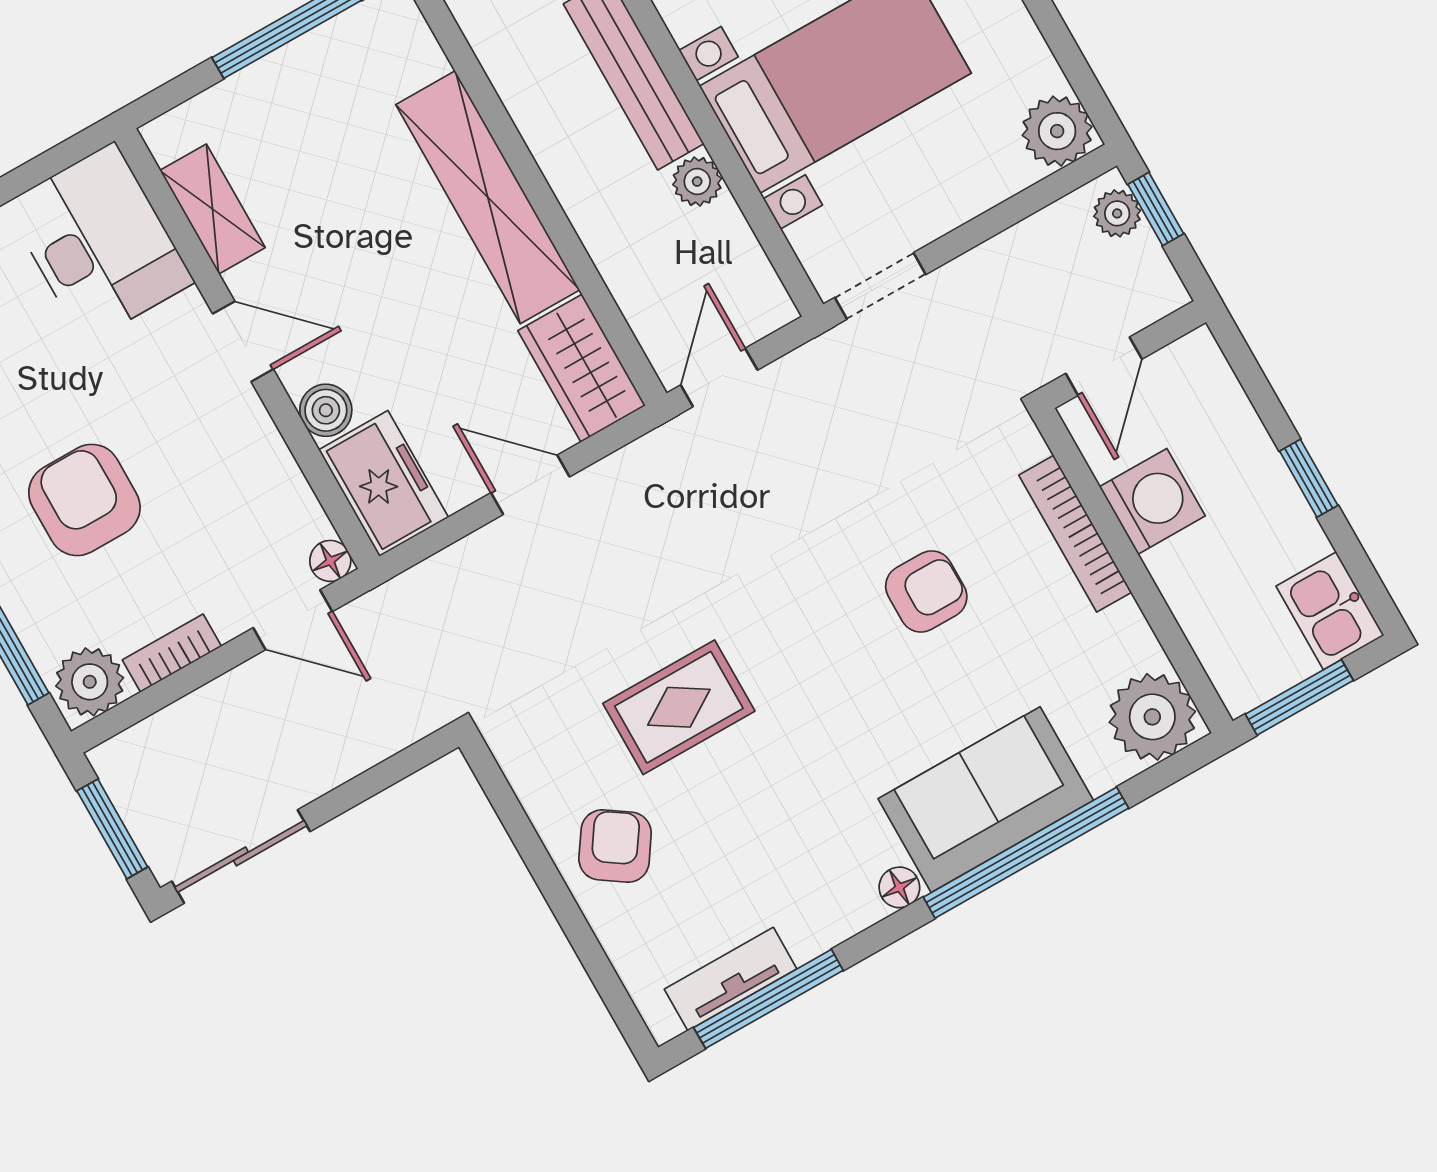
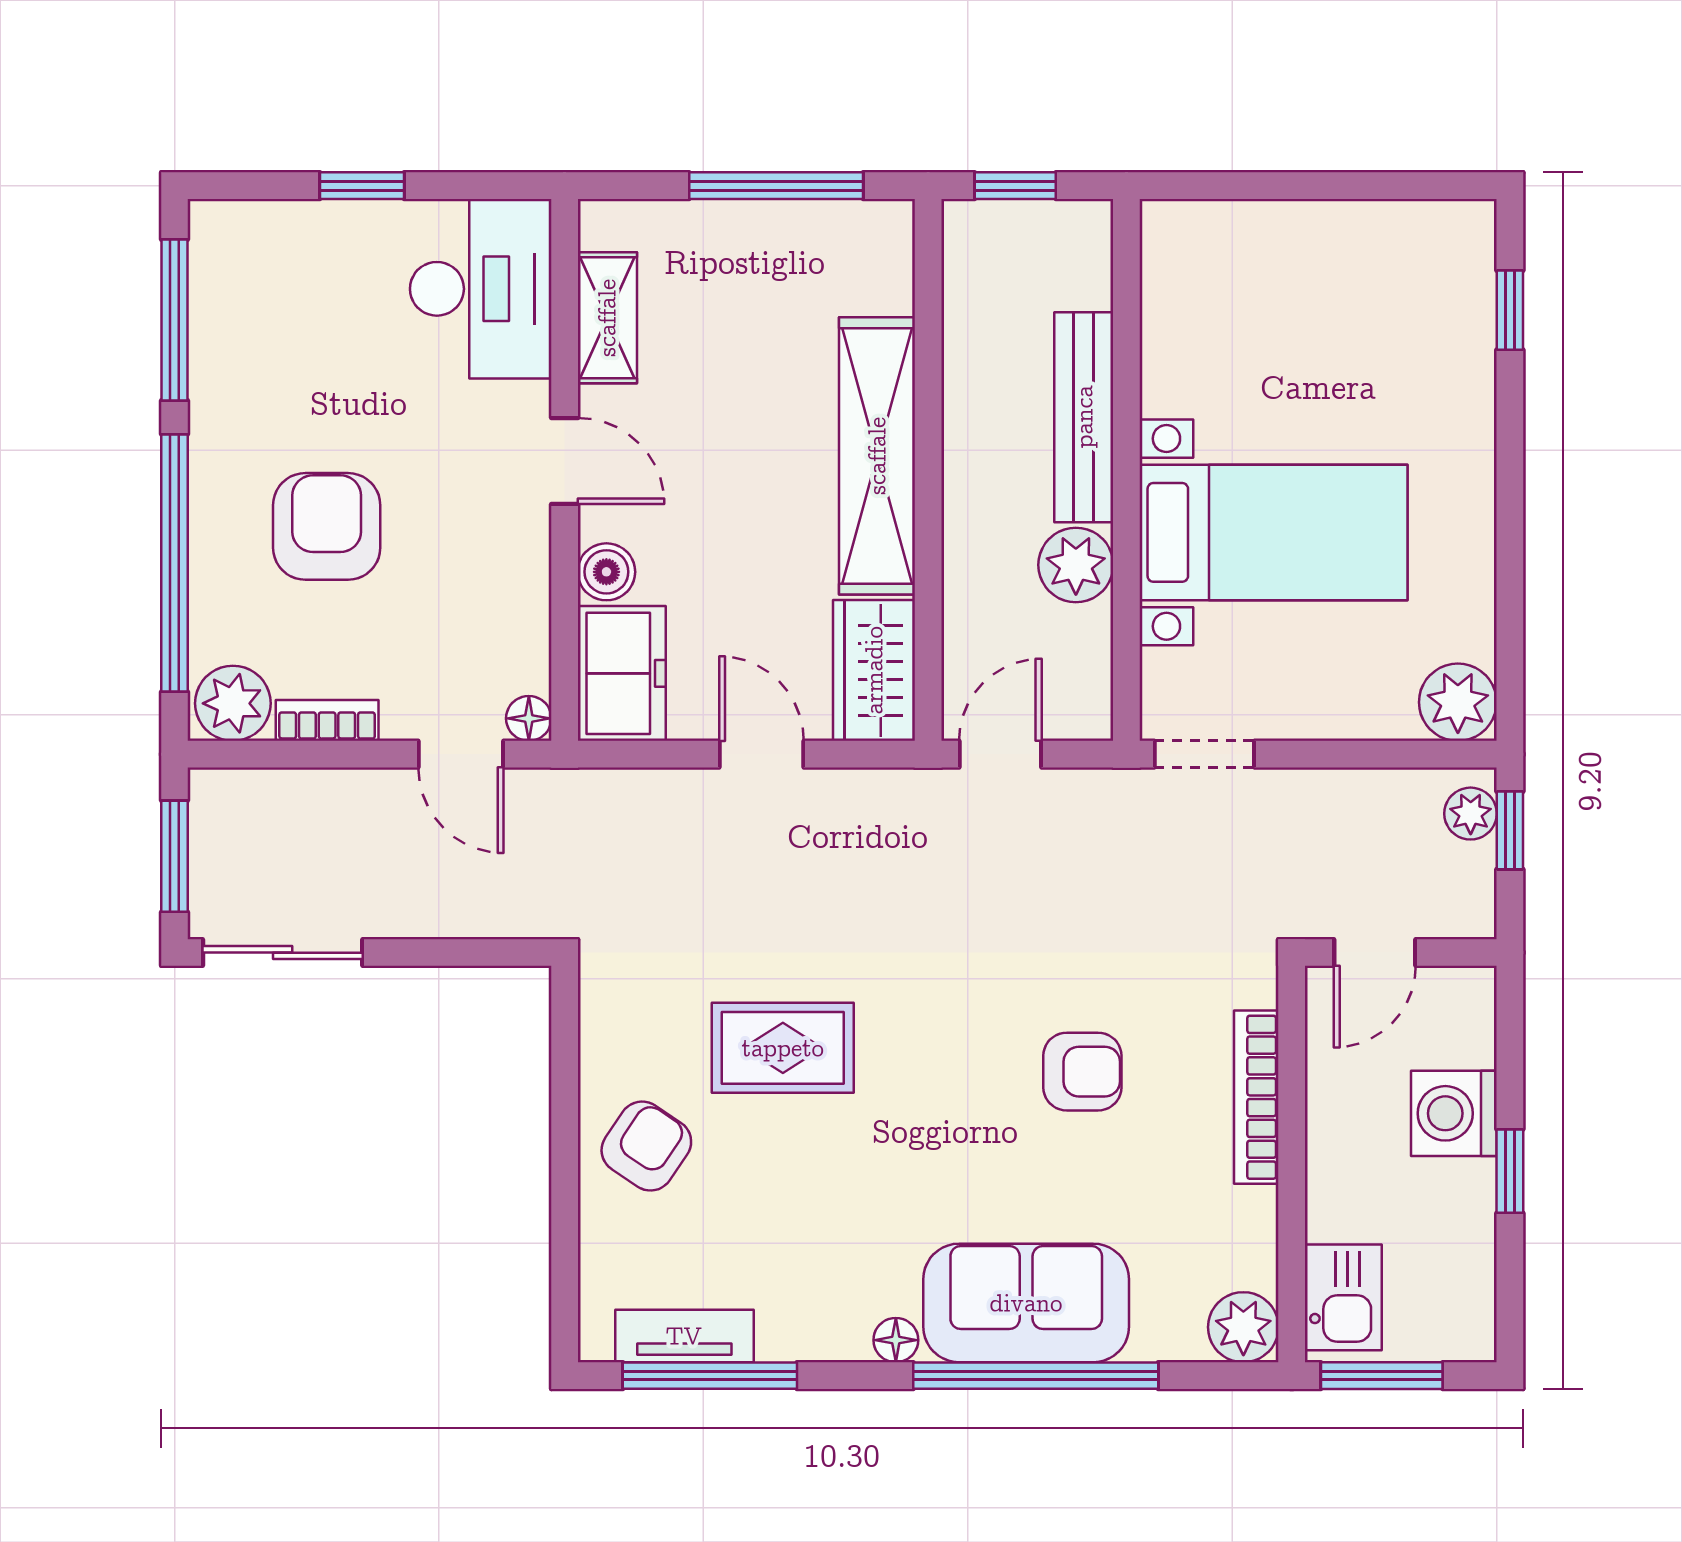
plant: (697, 182) -> (1076, 565), width x1.38, depth x1.38
washing machine: (1152, 501) -> (1454, 1113), moved, turned 180
kitchen sink: (1330, 611) -> (1343, 1297), moved, turned 180
plant: (1152, 717) -> (1243, 1327), width x0.73, depth x0.73

